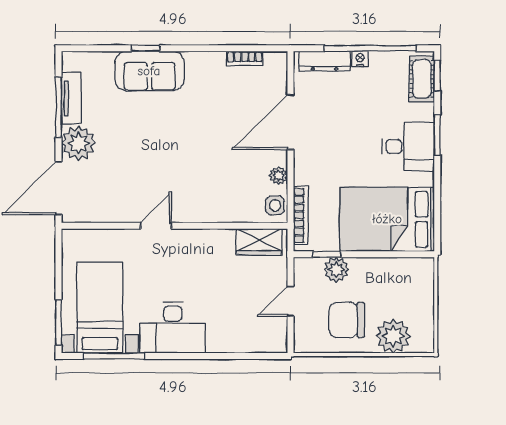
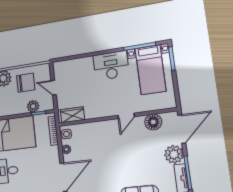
floor lamp: (108, 208) -> (153, 122), added
door: (290, 301) -> (54, 88), swing flipped

